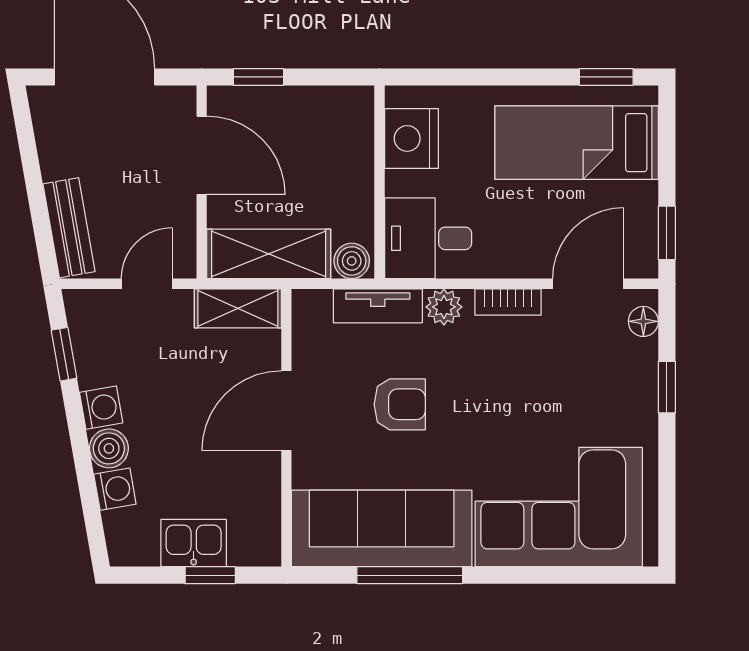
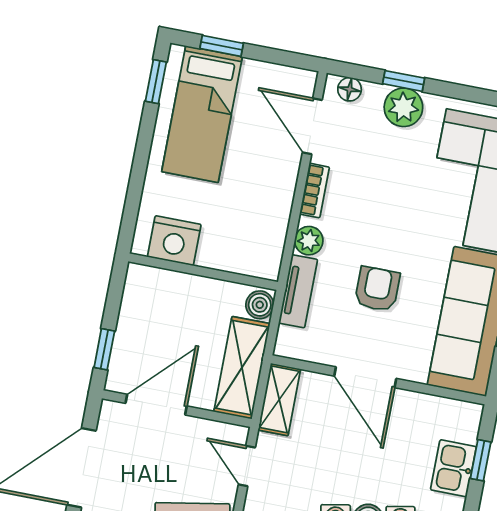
window: (667, 233) -> (222, 46), moved
desk: (428, 238) -> (254, 243), removed
plant: (634, 393) -> (403, 107), added

